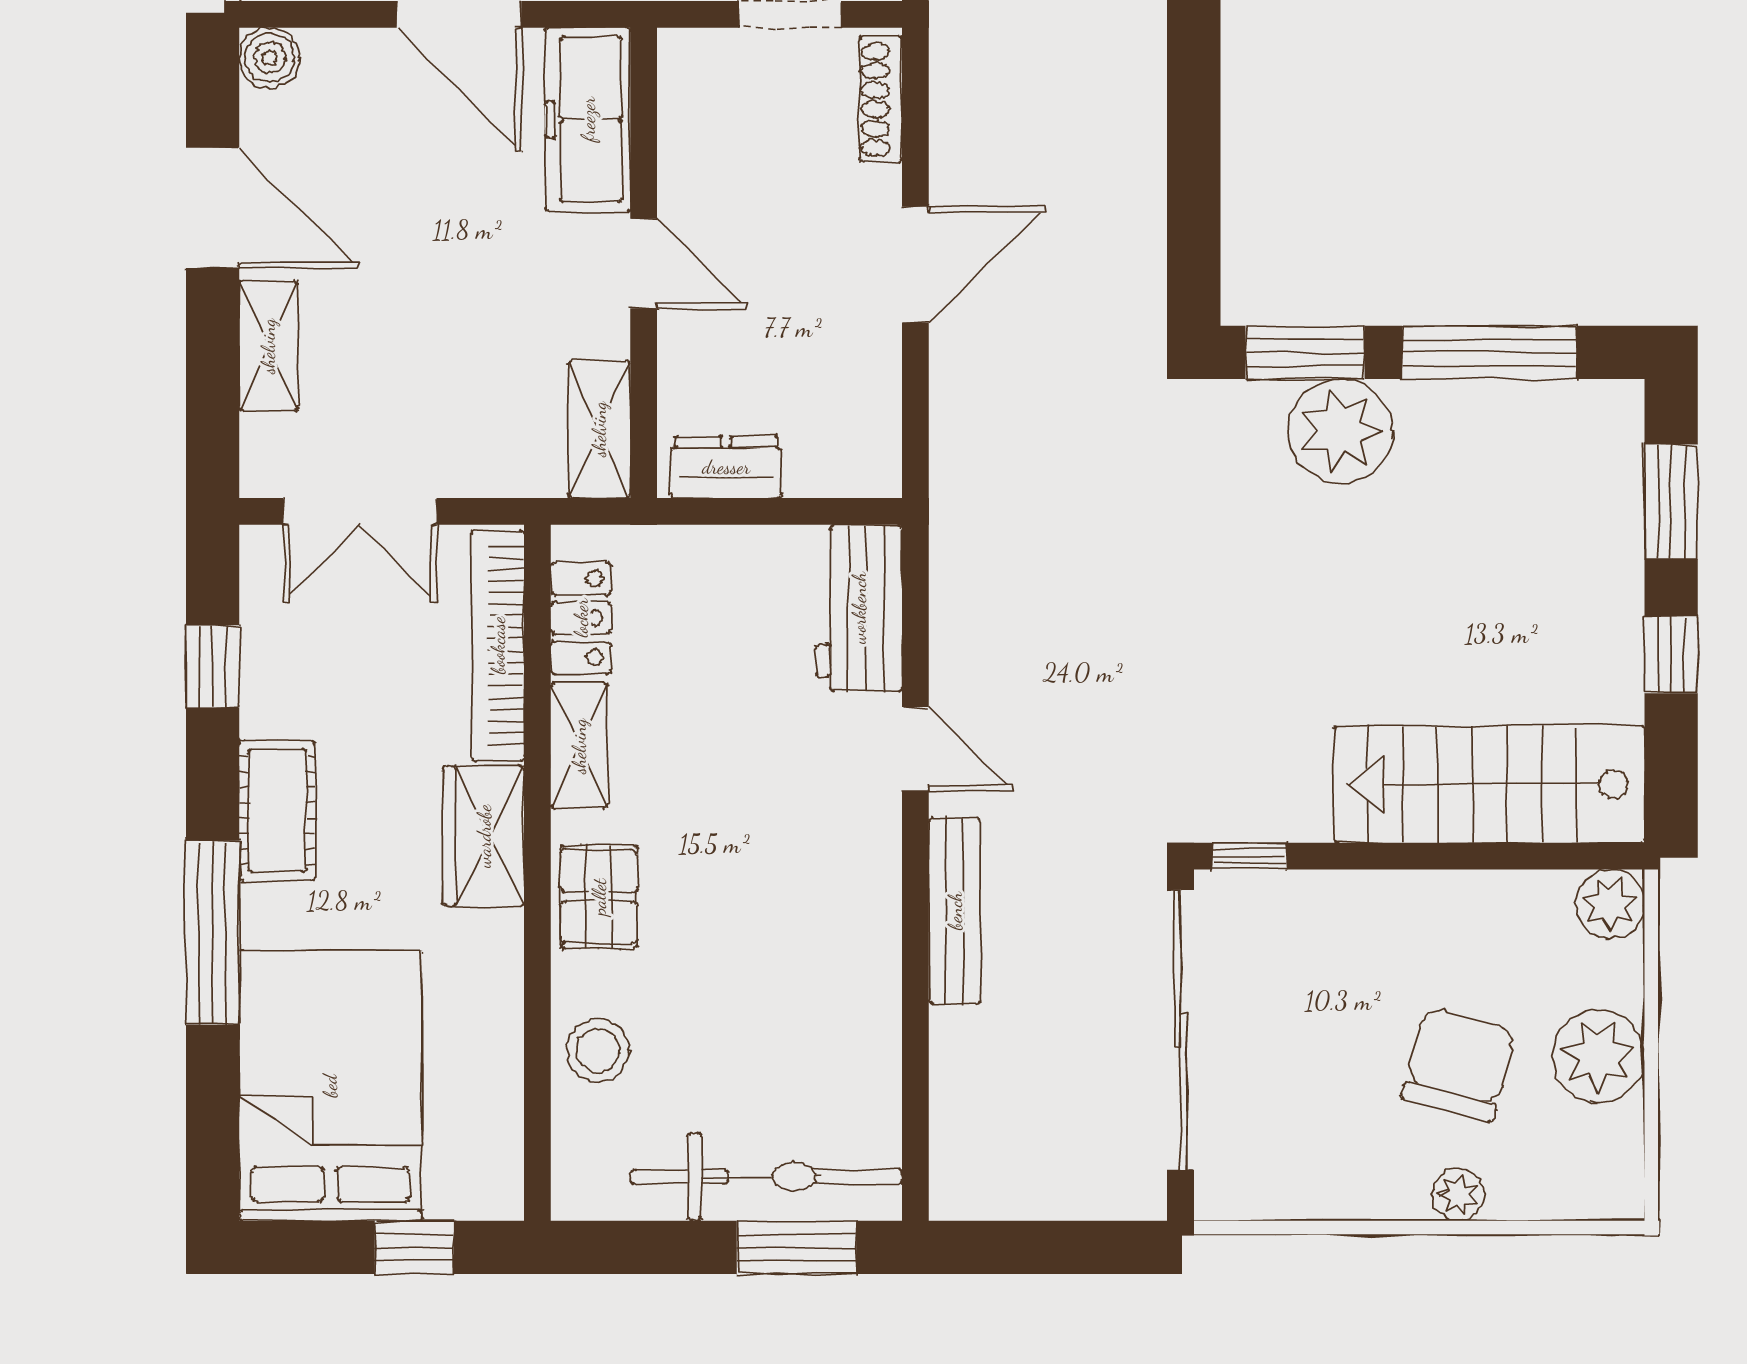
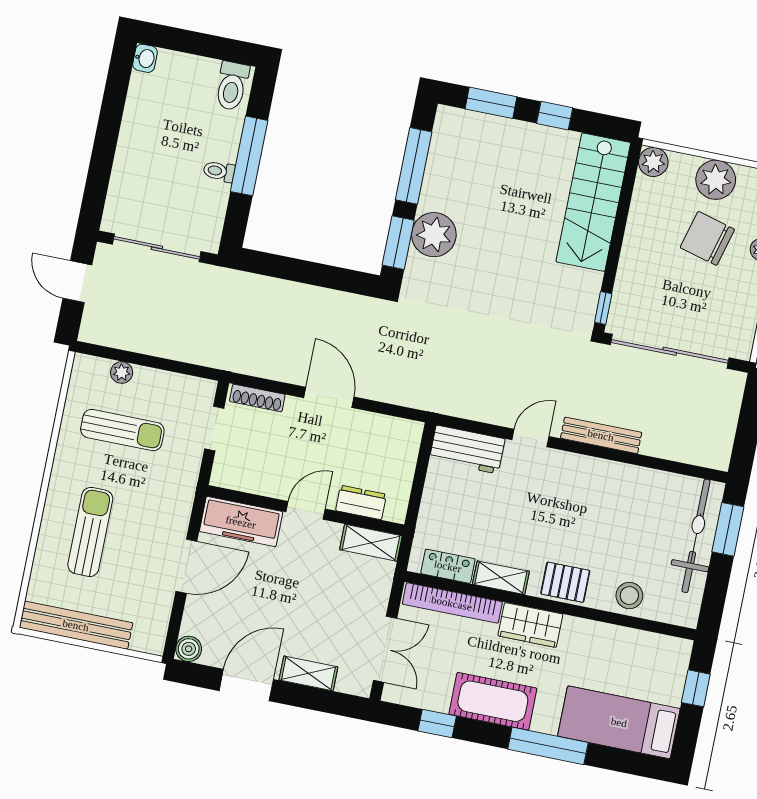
dresser: (726, 467) -> (361, 502), moved, turned 90
cot: (277, 810) -> (493, 701), width x1.37, depth x1.34
bed: (330, 1086) -> (619, 722), width x0.67

